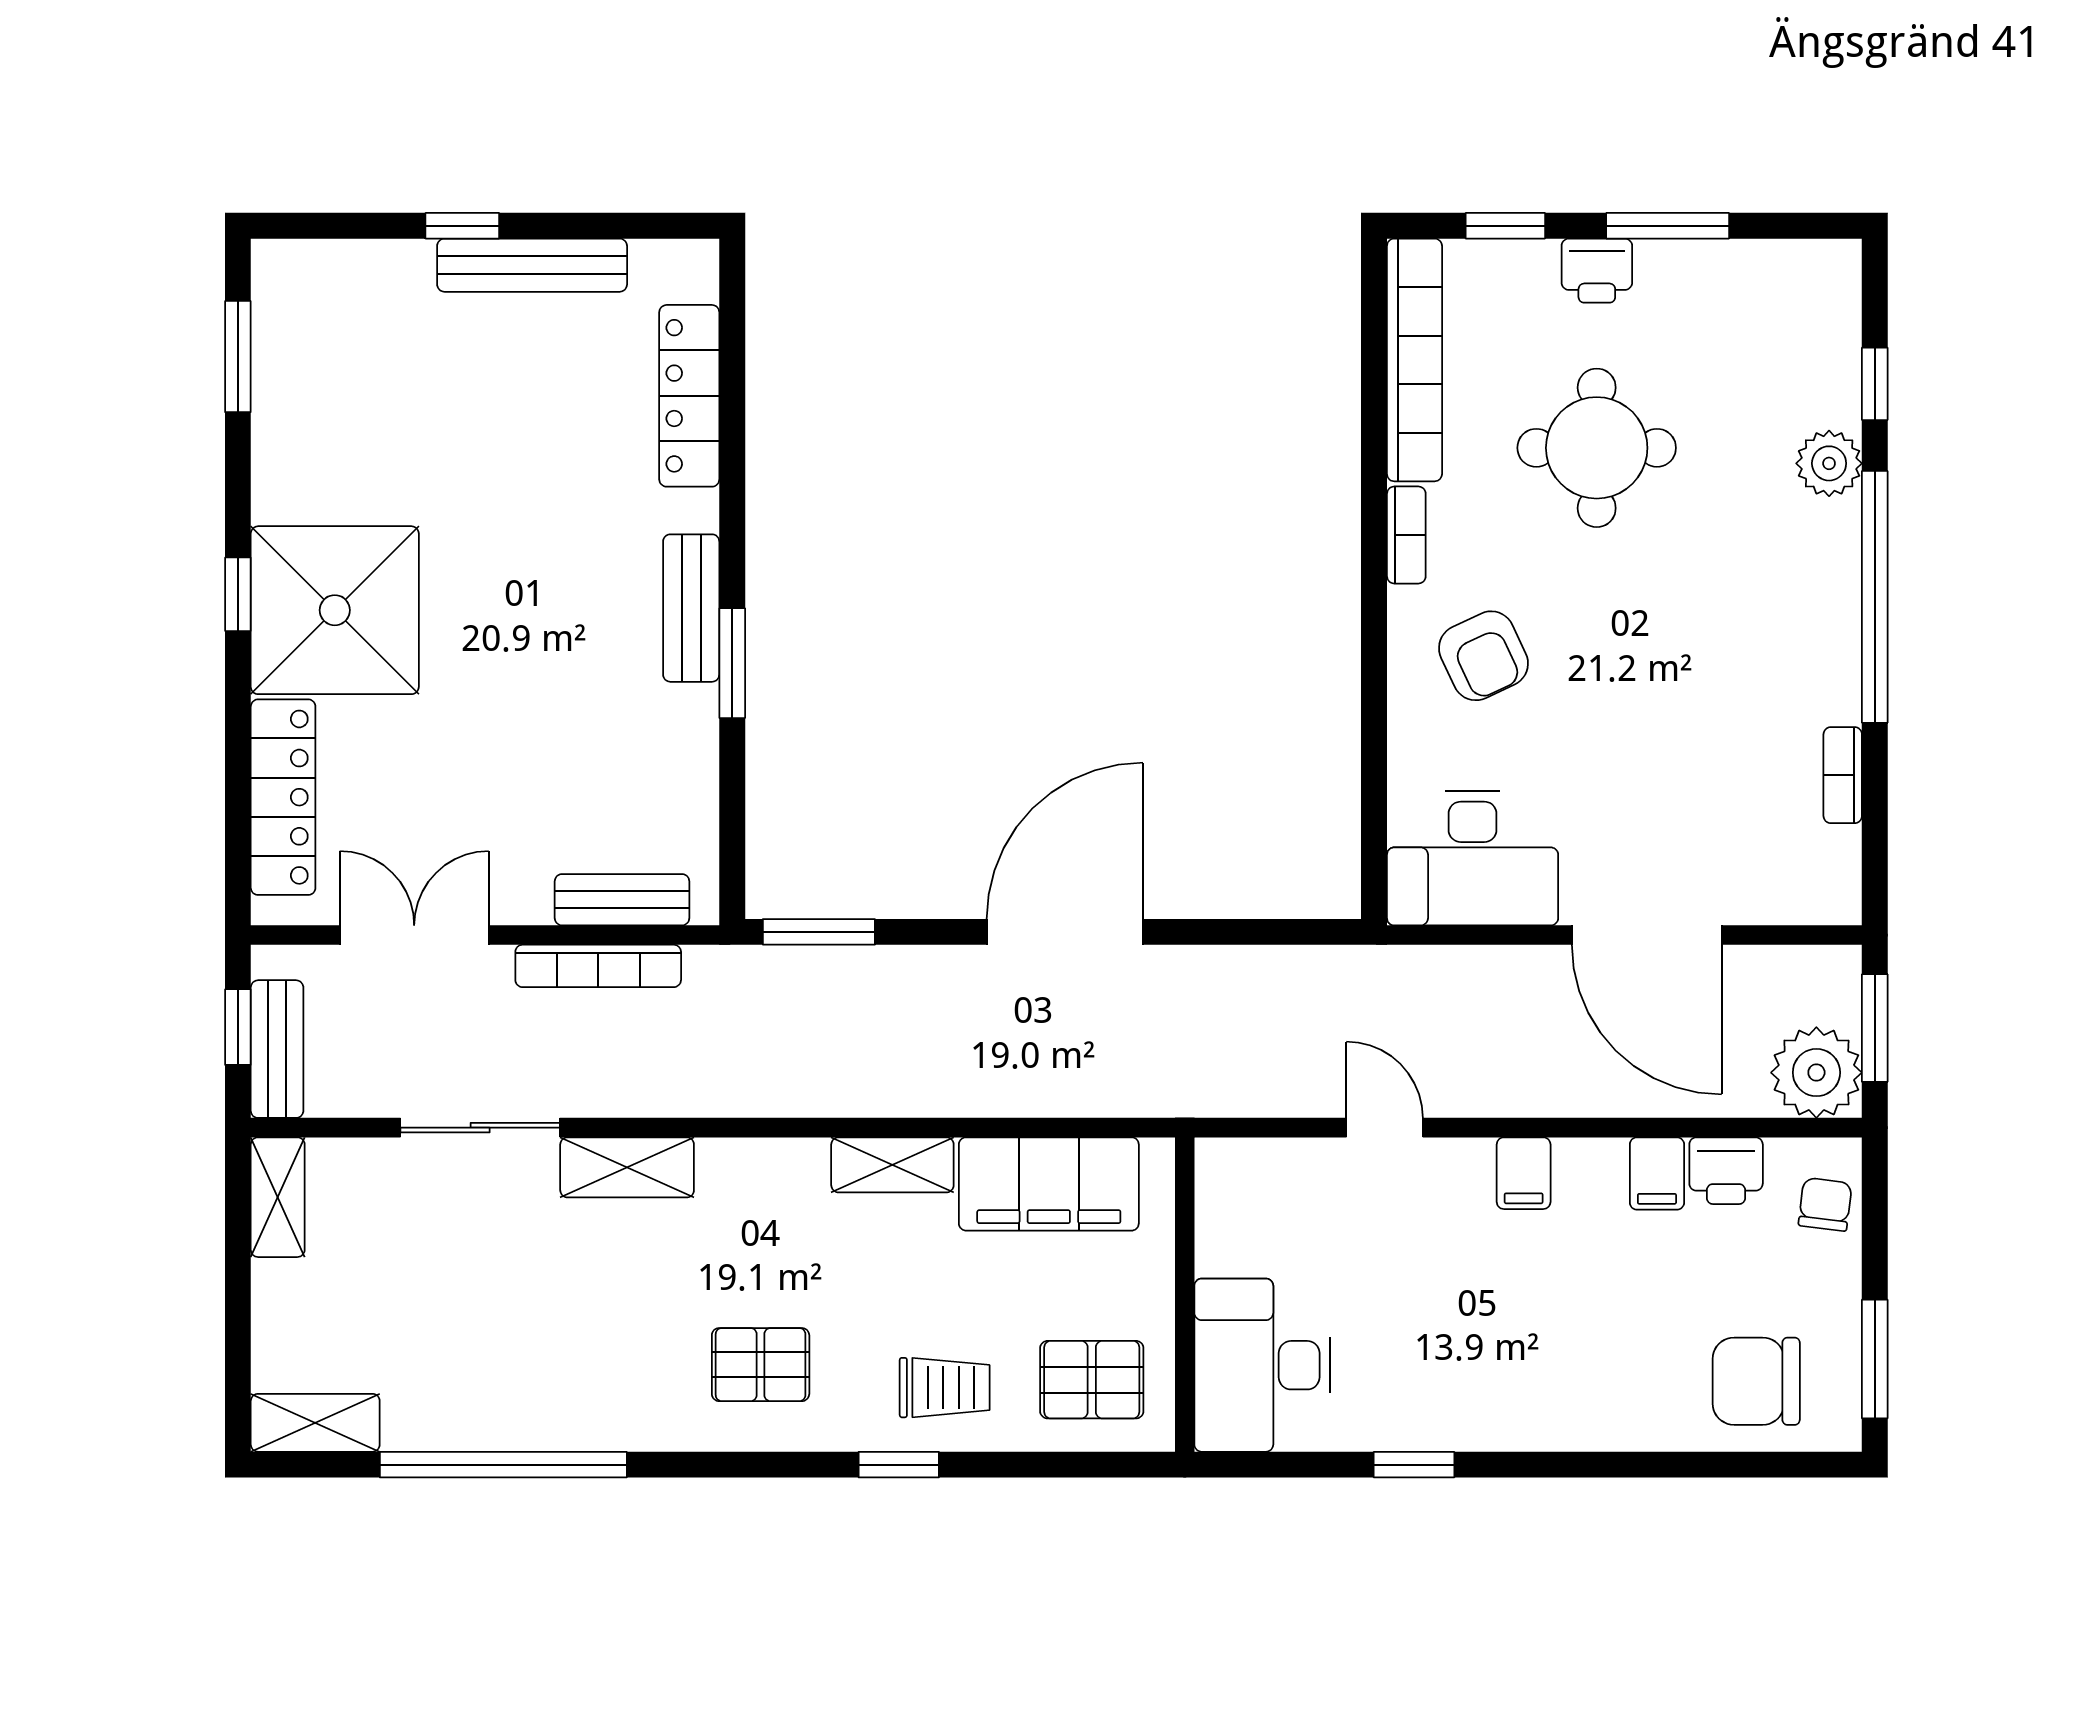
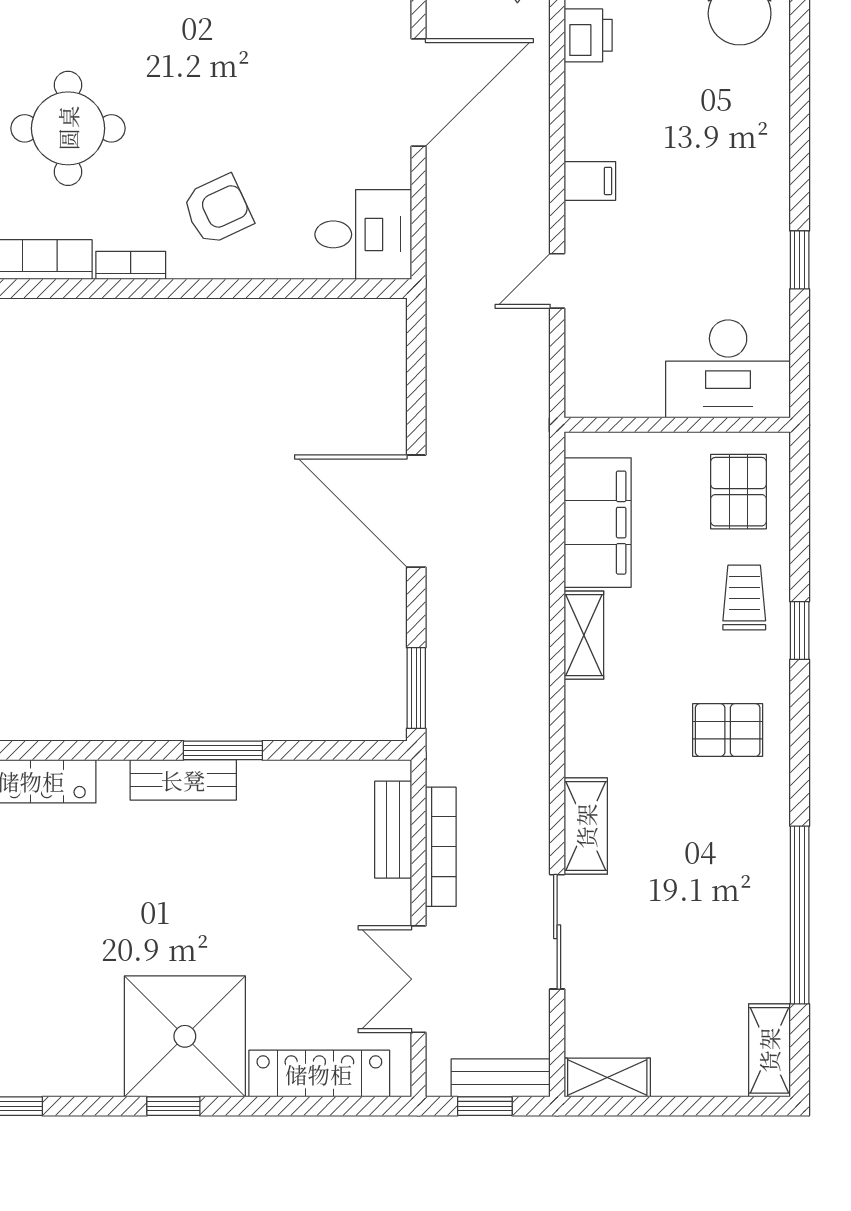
desk: (1473, 858) -> (363, 234), width x0.73
filing cabinet: (1657, 1173) -> (590, 85), removed
pallet: (761, 1365) -> (728, 730), turned 90

